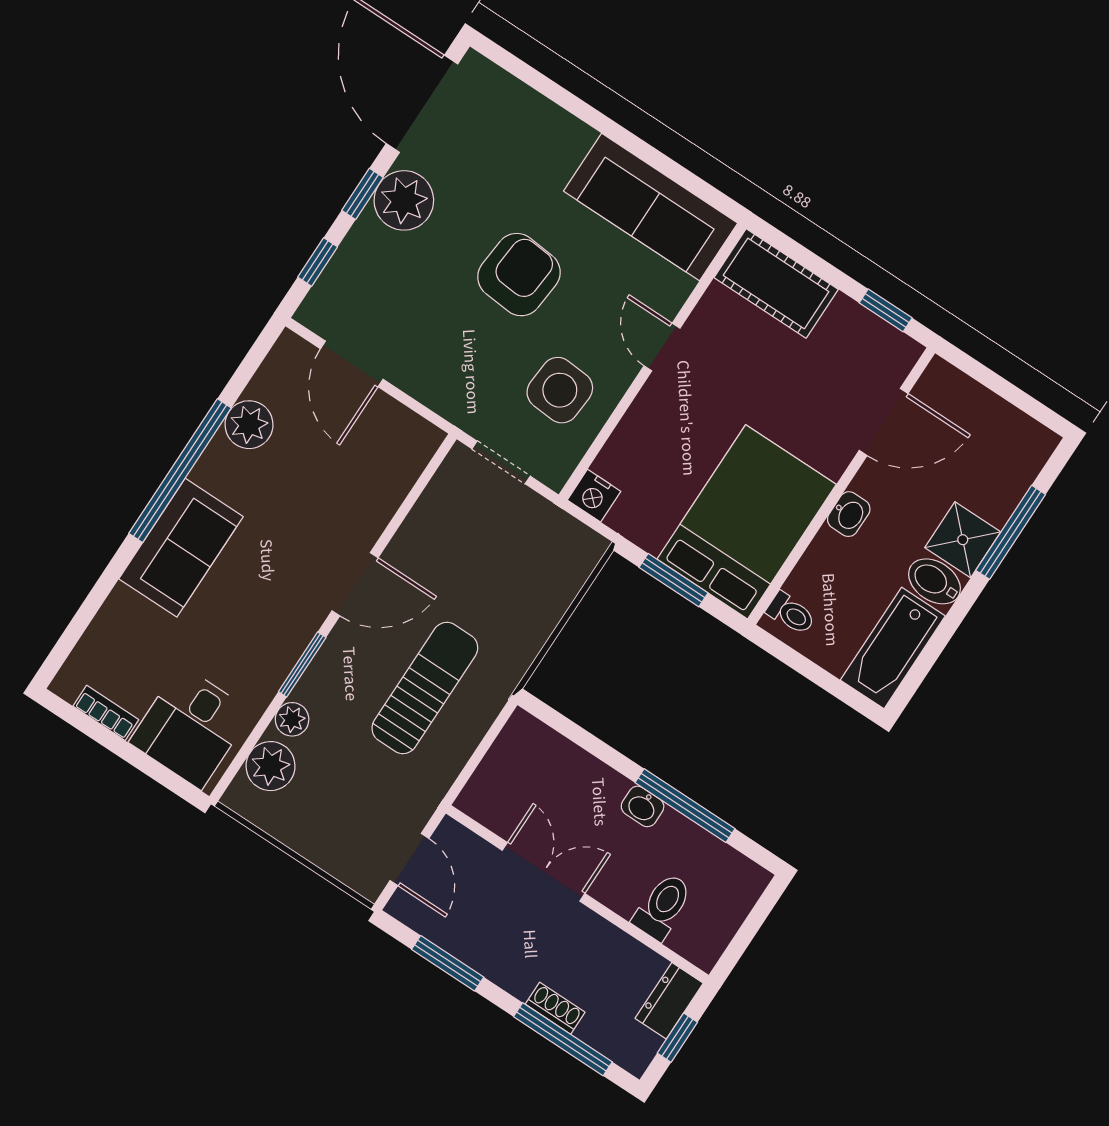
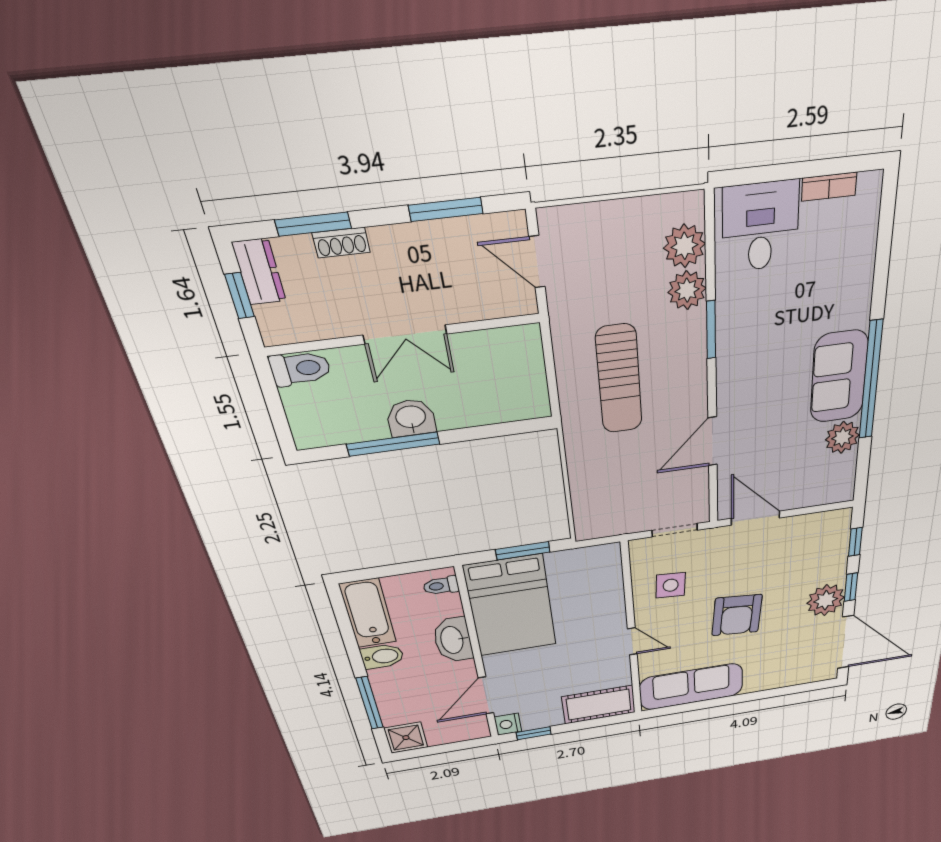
door: (352, 364) -> (756, 518), moved
side table: (560, 390) -> (671, 585), width x0.73, depth x0.73
nightstand: (594, 496) -> (508, 724), moved, turned -90
washbasin: (849, 514) -> (453, 640), width x1.91, depth x1.45
shower: (963, 540) -> (406, 738), moved
sofa: (181, 548) -> (839, 377), moved
door: (355, 584) -> (713, 441), moved
plant: (292, 719) -> (687, 290), width x1.38, depth x1.38
washbasin: (643, 806) -> (411, 418), width x1.38, depth x1.45
double door: (544, 872) -> (405, 335), moved
toilet: (663, 906) -> (300, 369), moved, turned -90
dresser: (669, 1001) -> (259, 272), moved
window: (563, 1039) -> (313, 224), width x0.69

